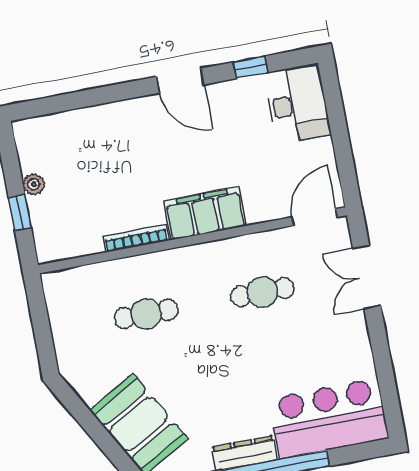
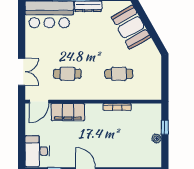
filing cabinet: (205, 214) -> (68, 112), moved

